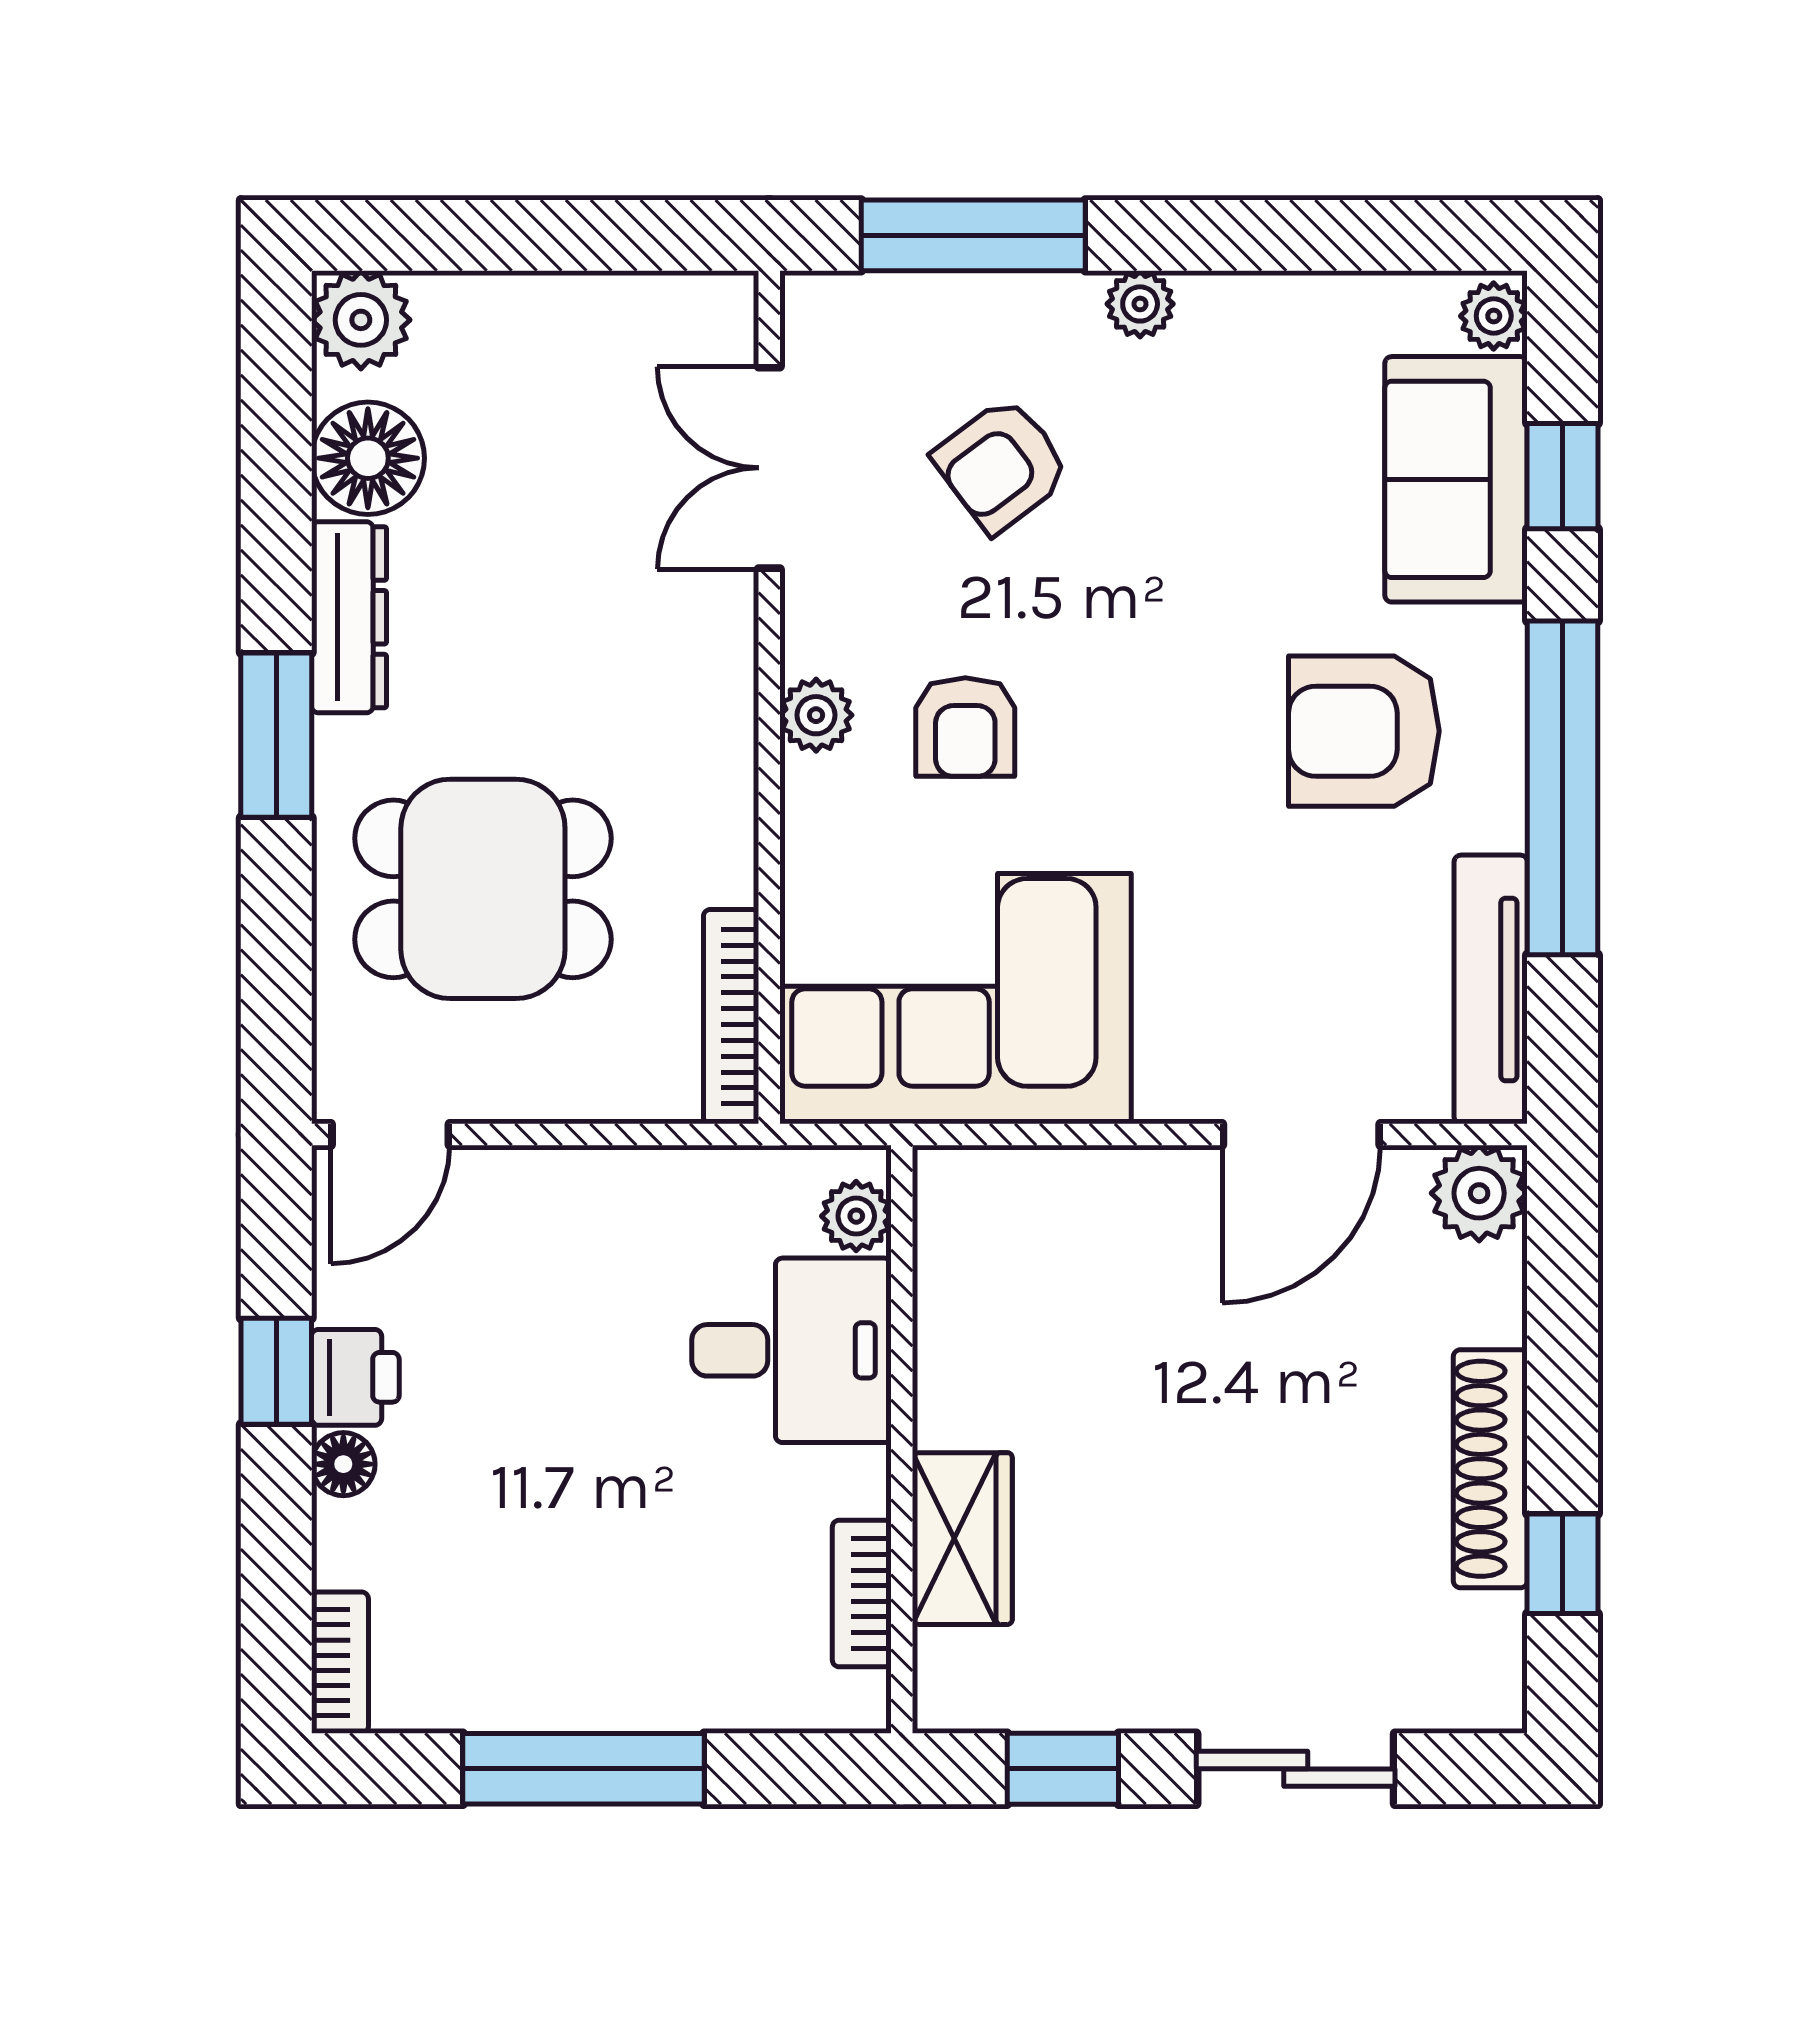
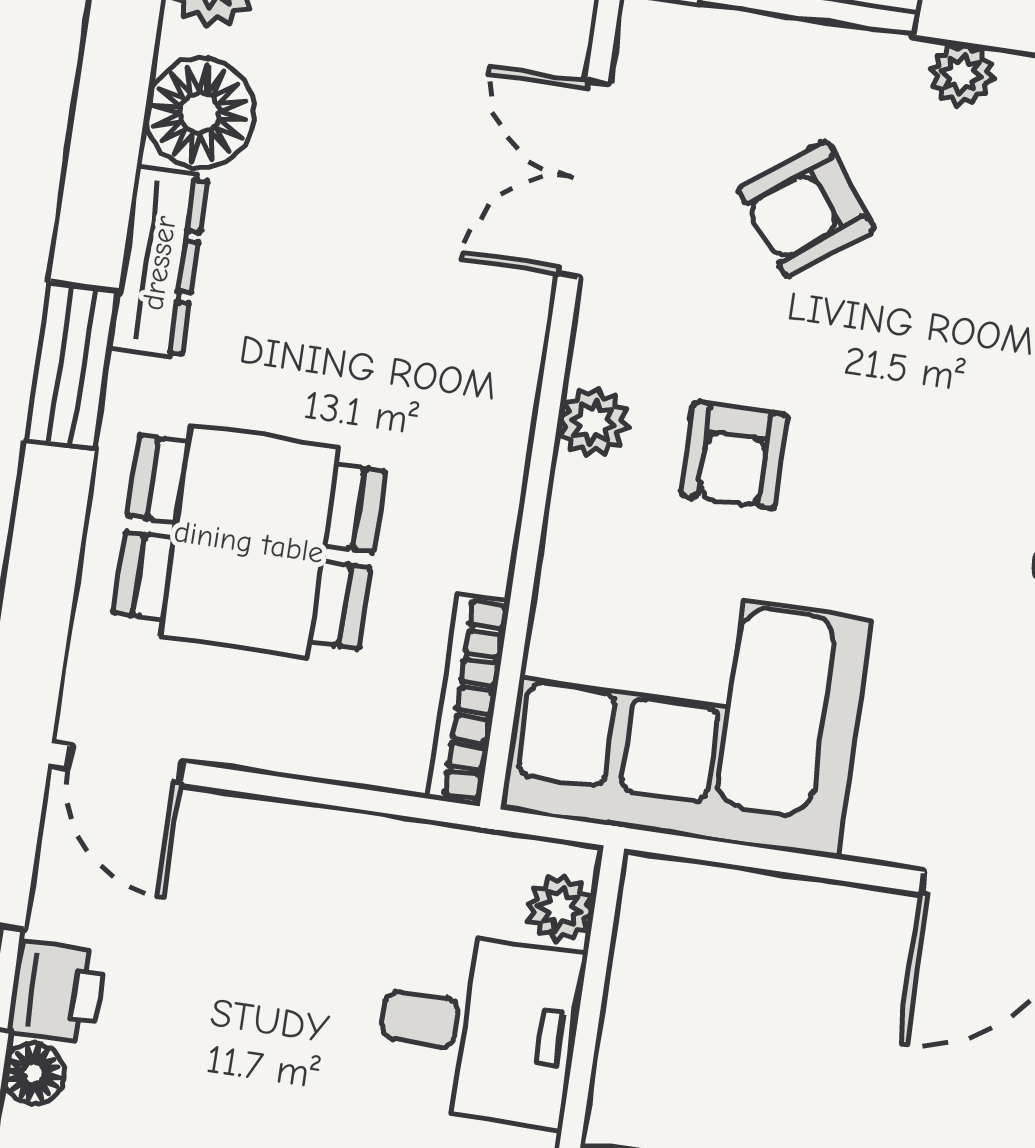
door: (390, 1135) -> (125, 764), hinge flipped

